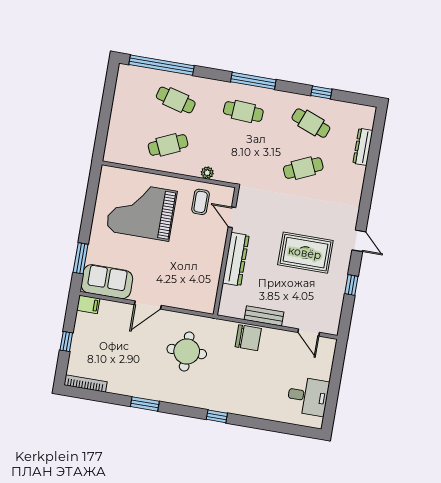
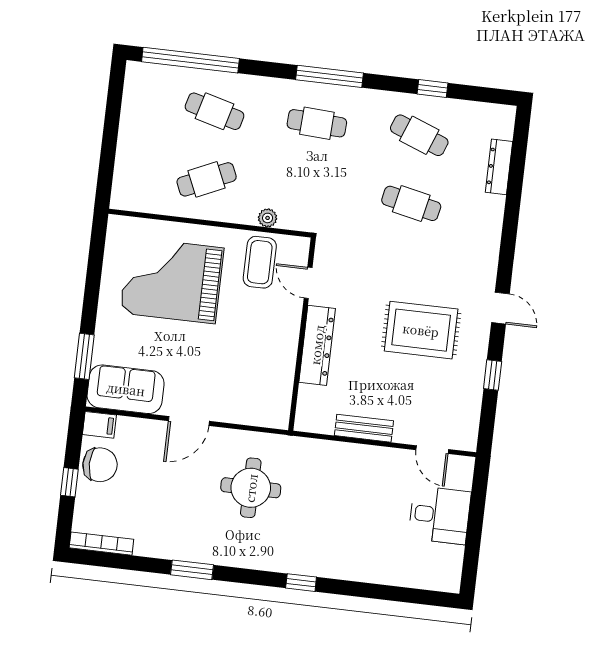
cafe table: (303, 168) -> (411, 203), turned 36
coffee table: (201, 202) -> (260, 262), width x1.36, depth x1.30
chair: (248, 338) -> (100, 465), moved
desk: (308, 396) -> (440, 515), moved

